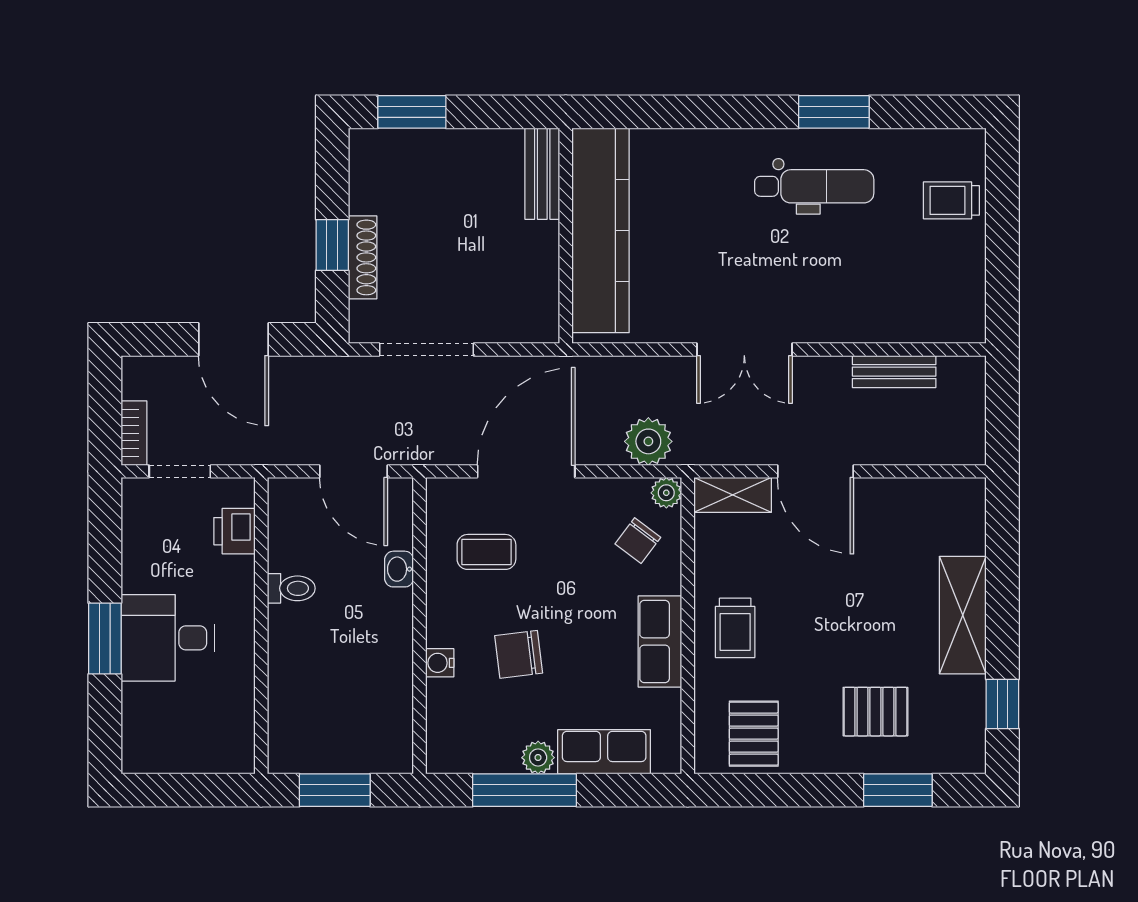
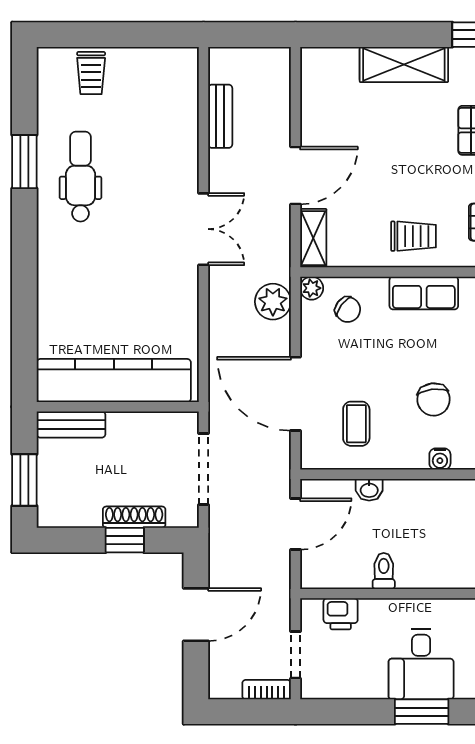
bench: (542, 174) -> (71, 424), moved
kitchen counter: (601, 230) -> (114, 381), moved
wall: (566, 236) -> (118, 407), moved

